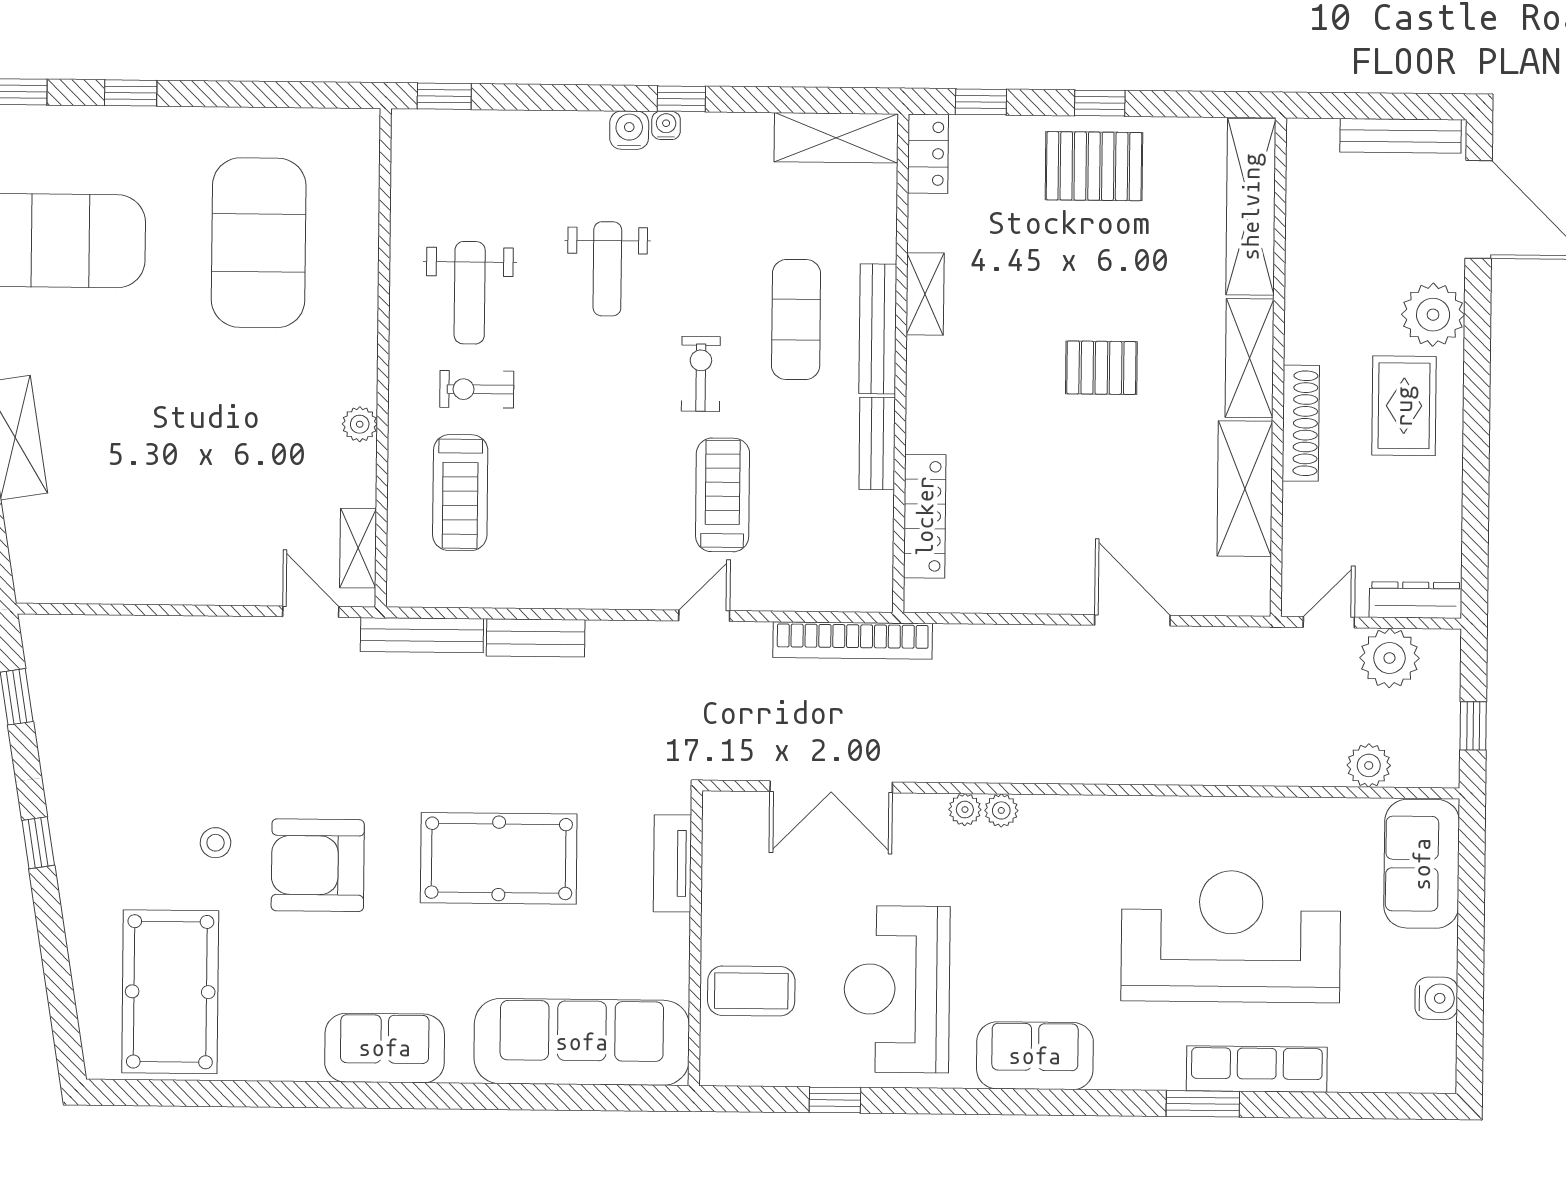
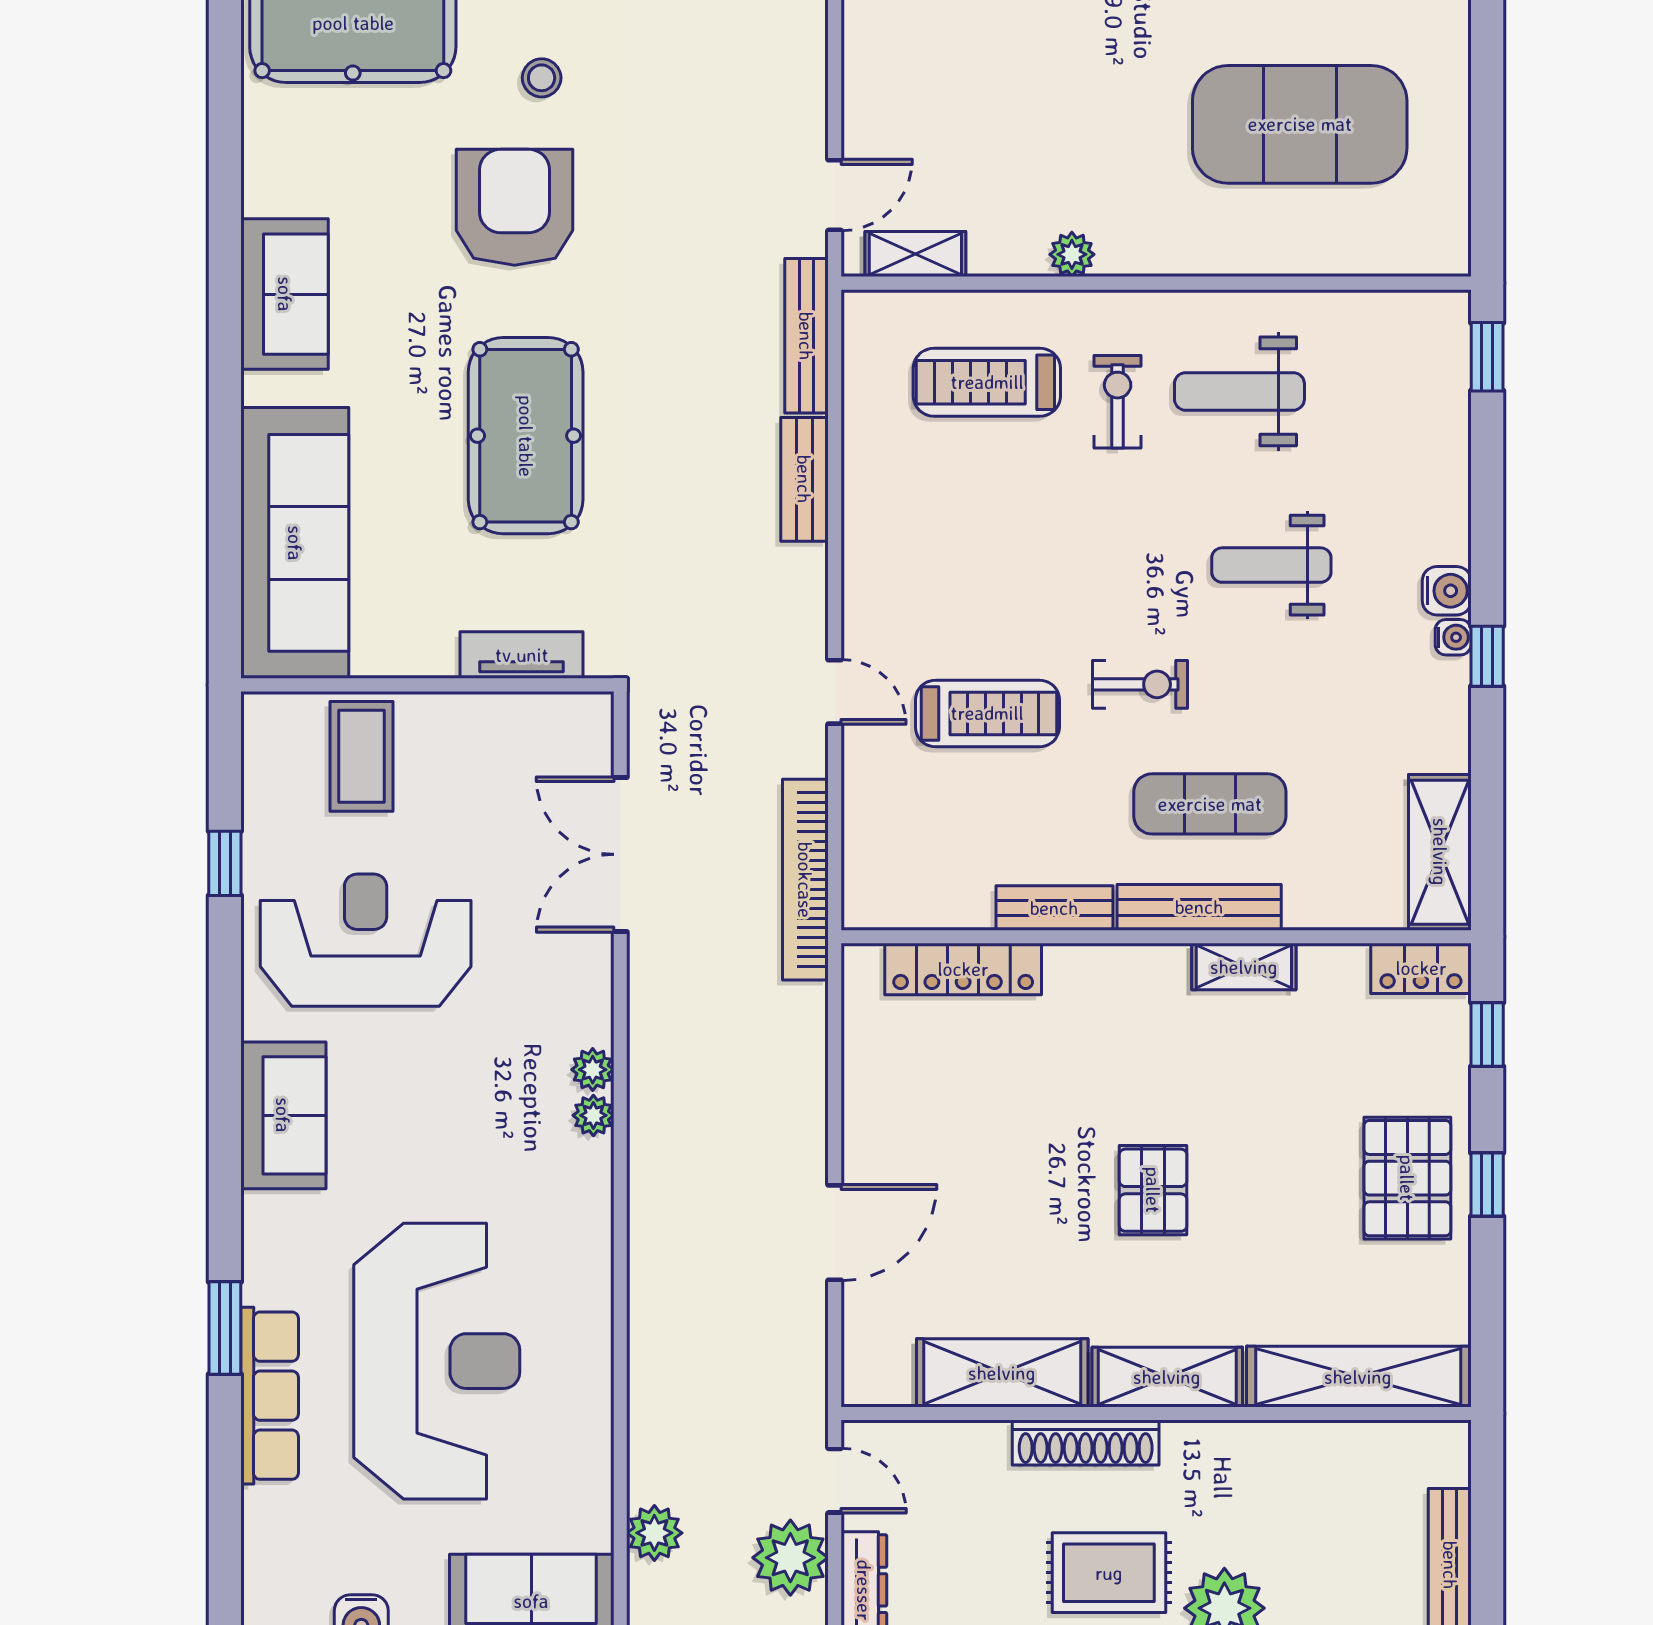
plant: (965, 810) -> (593, 1115), moved

